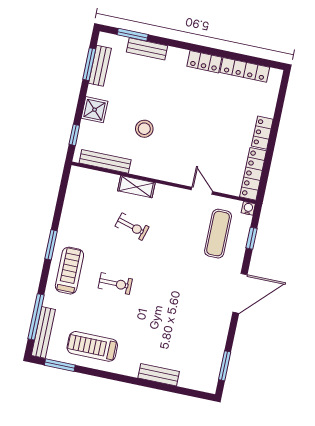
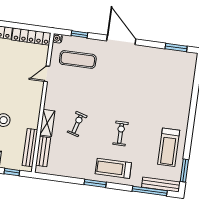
bench: (159, 375) -> (43, 151), moved

